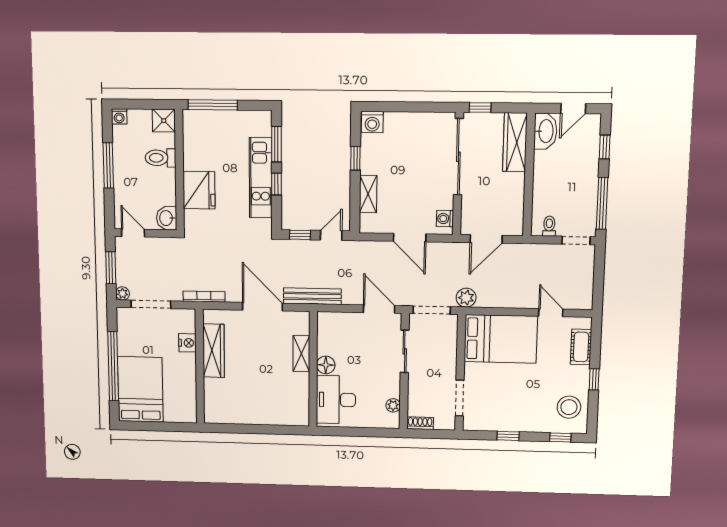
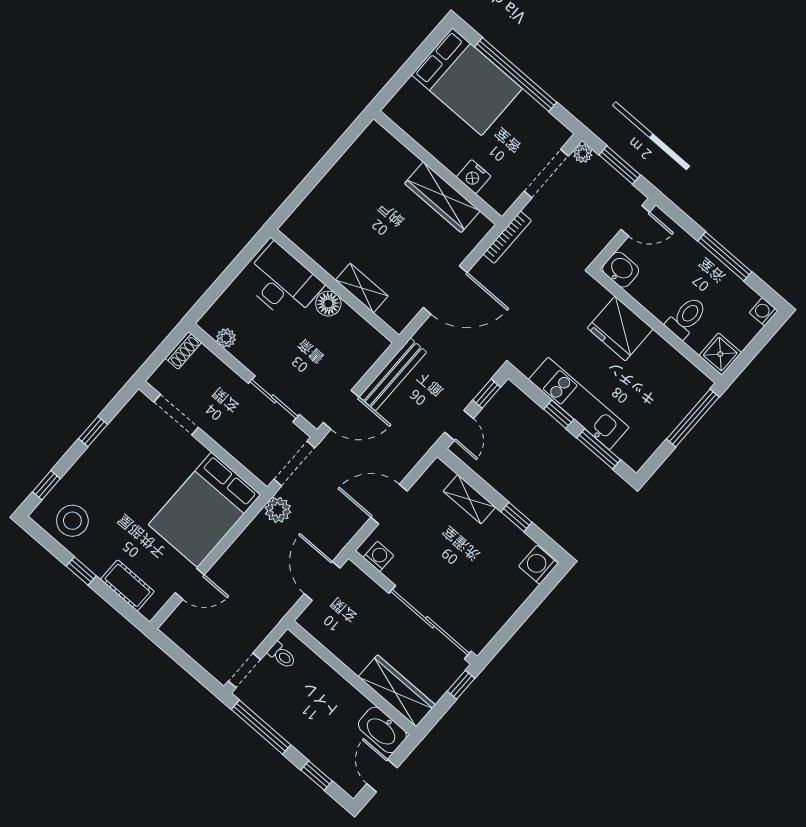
bench: (312, 296) -> (393, 374), moved

